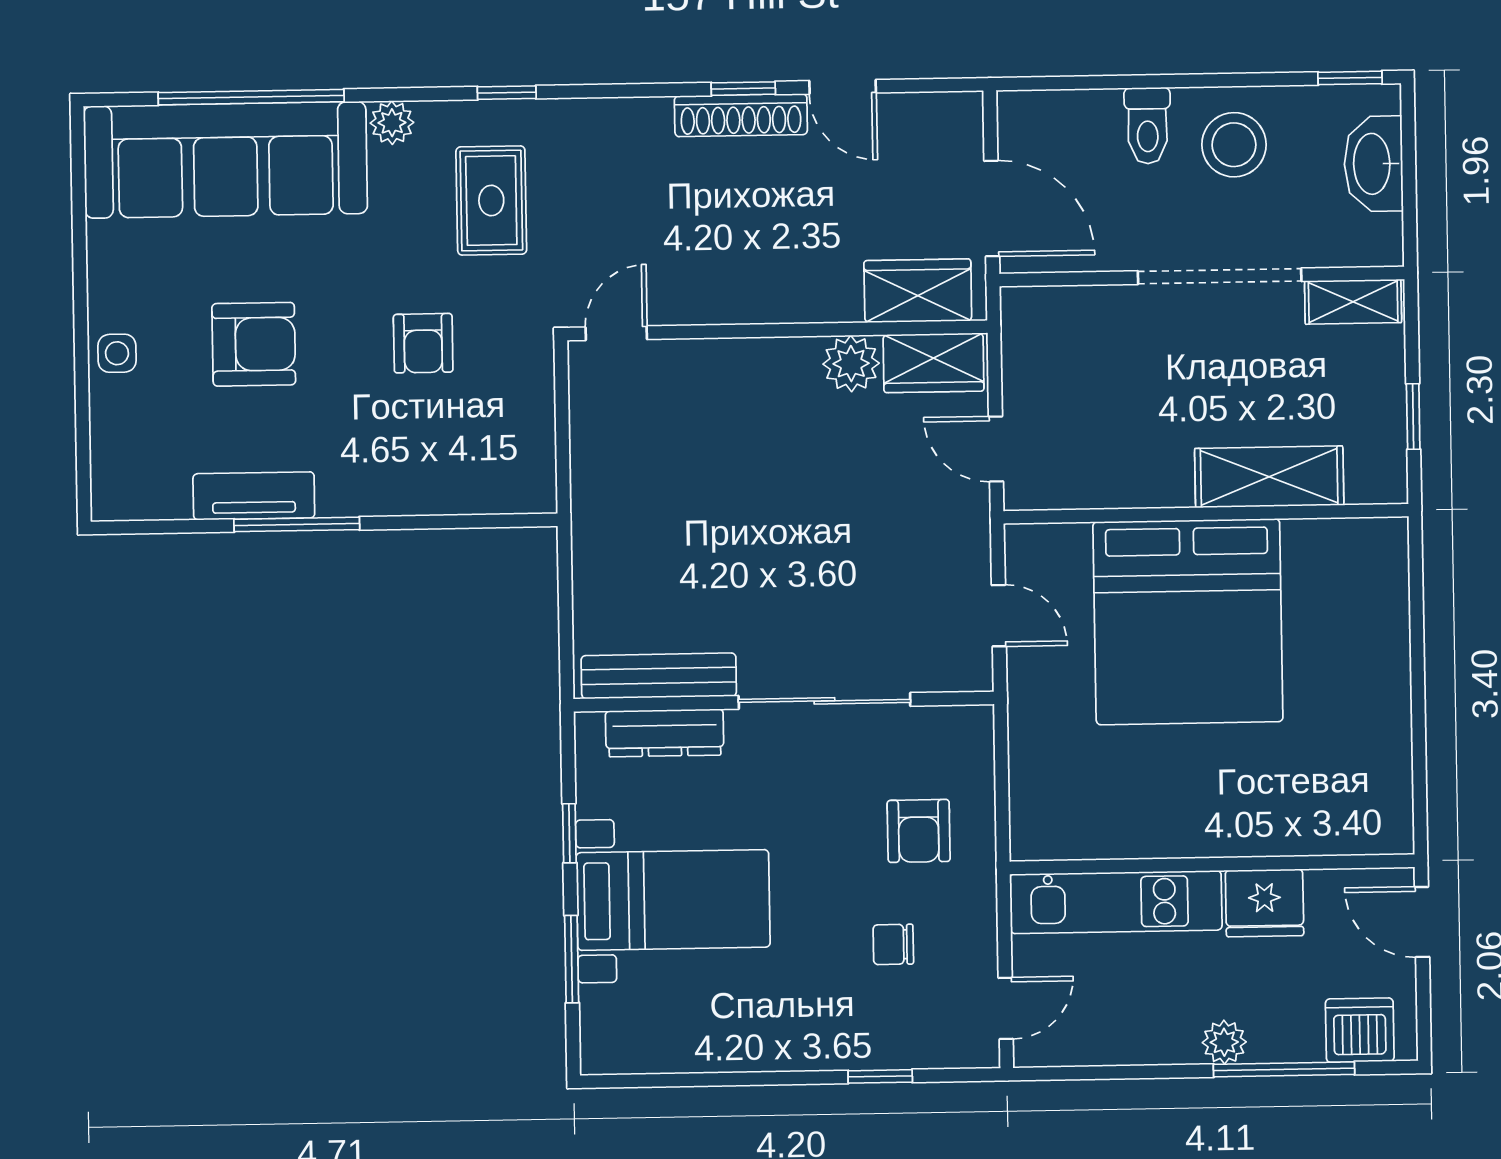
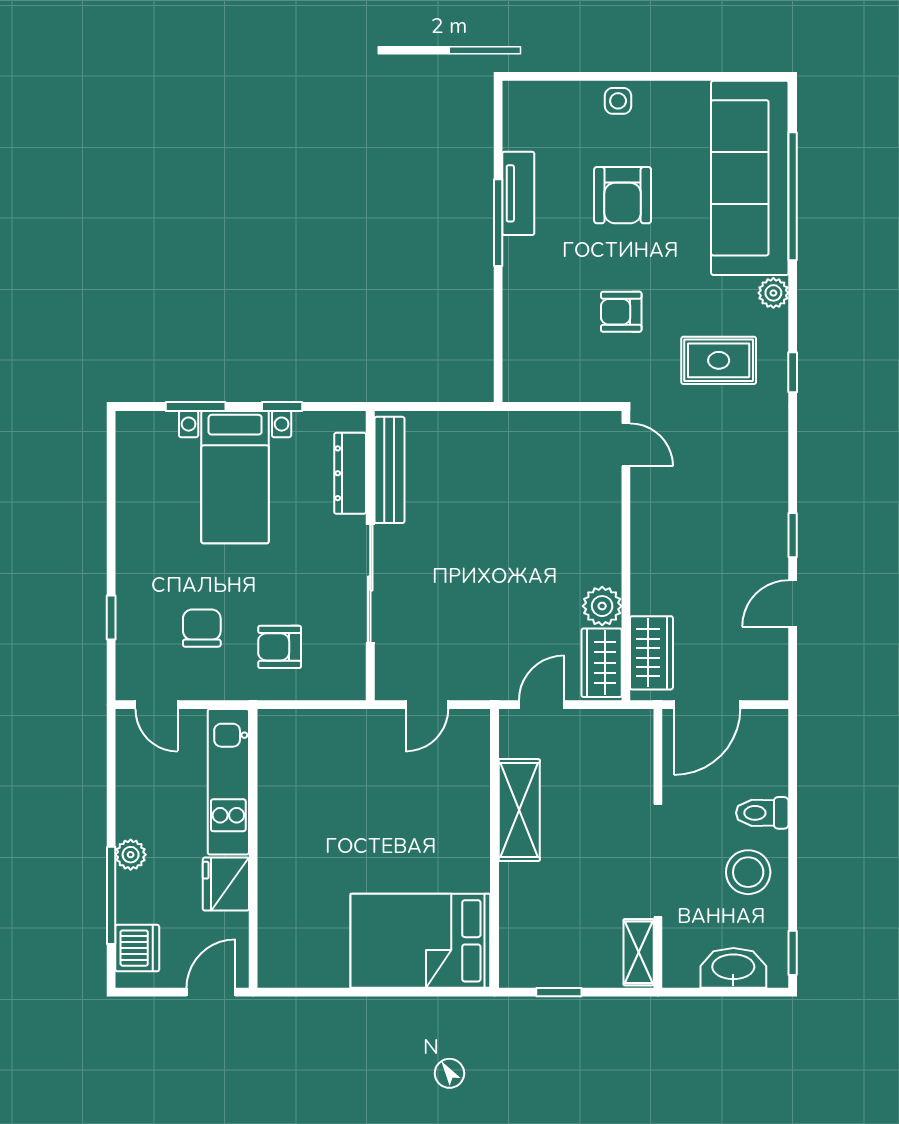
shoe rack: (741, 115) -> (774, 533), removed
shelving: (1269, 477) -> (519, 810), moved
bed: (1188, 622) -> (420, 941), moved, width x0.73
chair: (893, 944) -> (202, 628), width x1.37, depth x1.37

